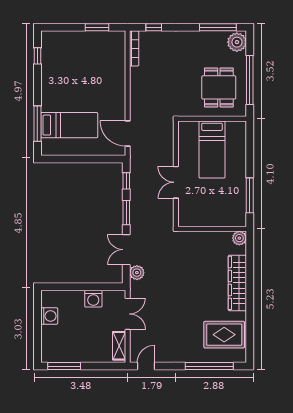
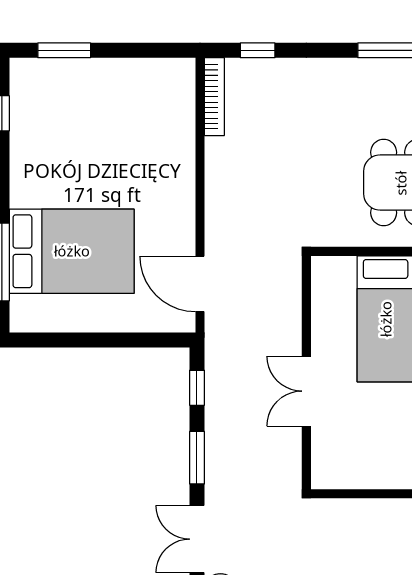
window: (97, 27) -> (64, 50), moved
bed: (69, 125) -> (72, 251), width x1.50

